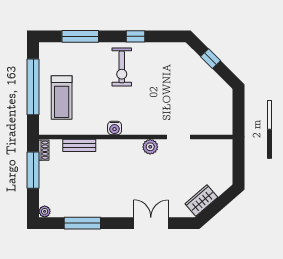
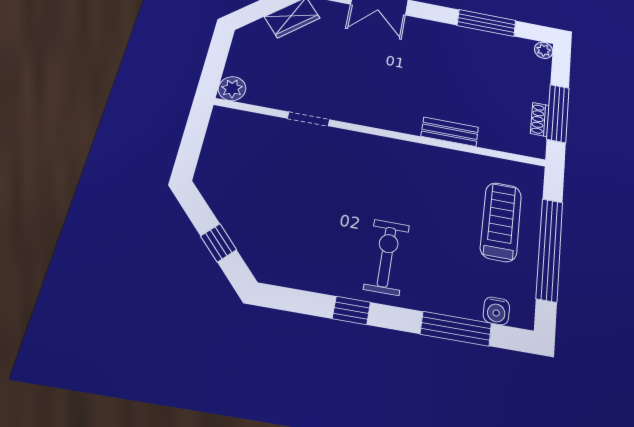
water cooler: (115, 128) -> (496, 311), moved, turned 180
bench: (79, 145) -> (450, 132), moved
plant: (150, 147) -> (232, 89), moved
shoe rack: (44, 150) -> (540, 119), moved

